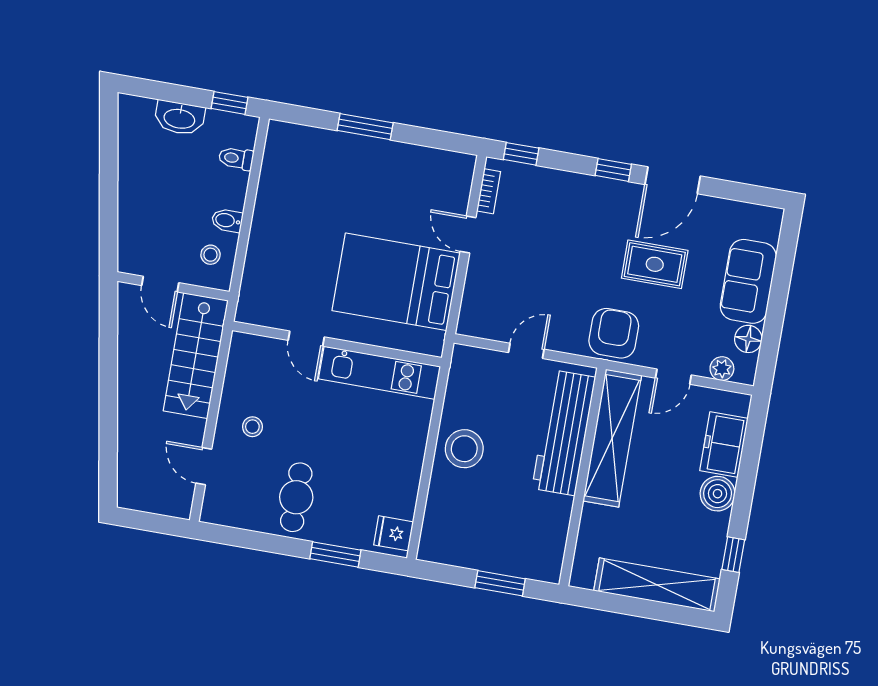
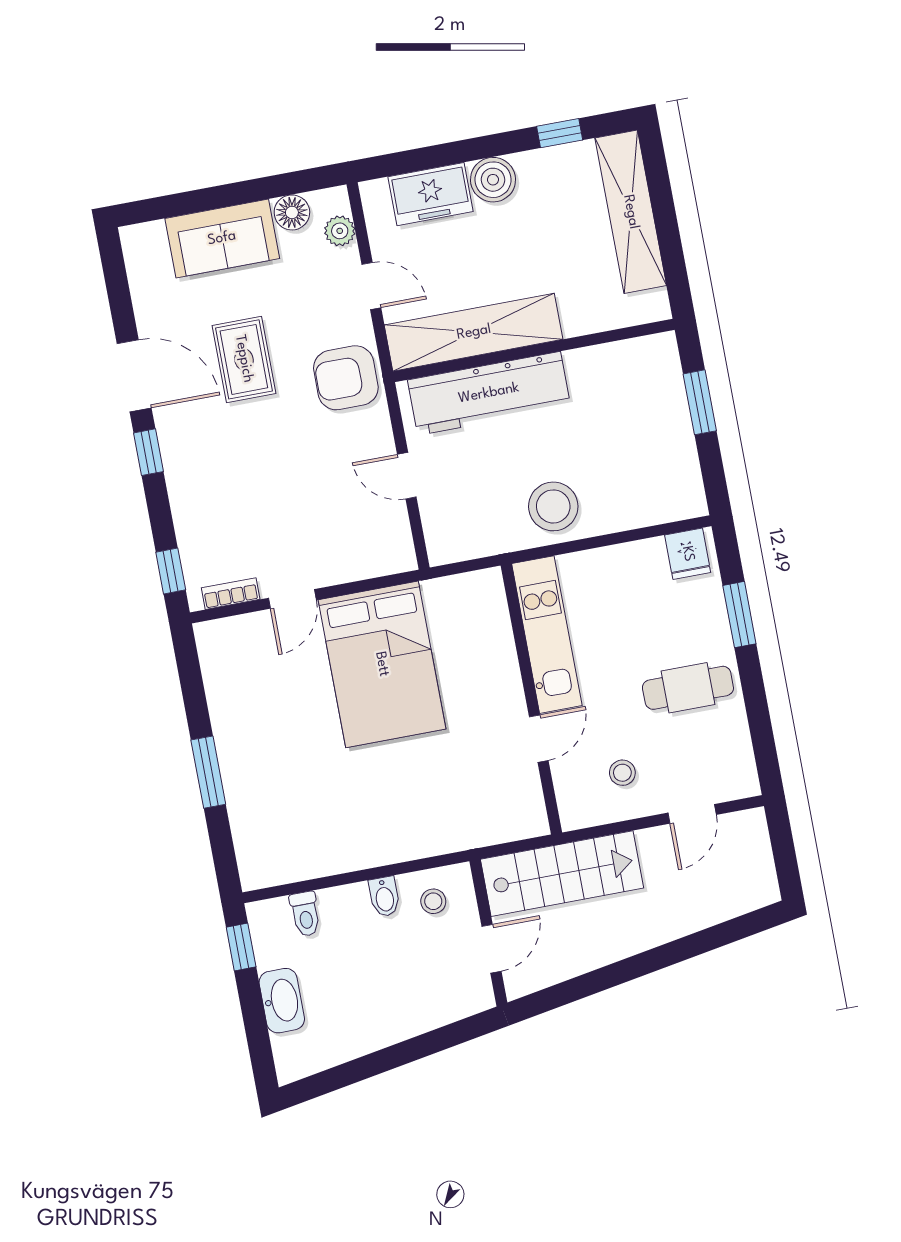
door: (306, 339) -> (539, 739), moved
wall: (337, 344) -> (531, 699), moved
kitchen unit: (379, 373) -> (547, 635), moved

